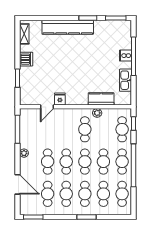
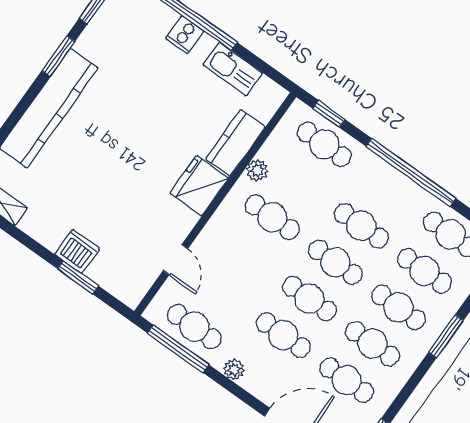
dishwasher: (26, 59) -> (77, 251), moved
fridge: (60, 99) -> (199, 186), moved, width x1.88, depth x1.34
cafe table: (122, 162) -> (194, 327), moved

